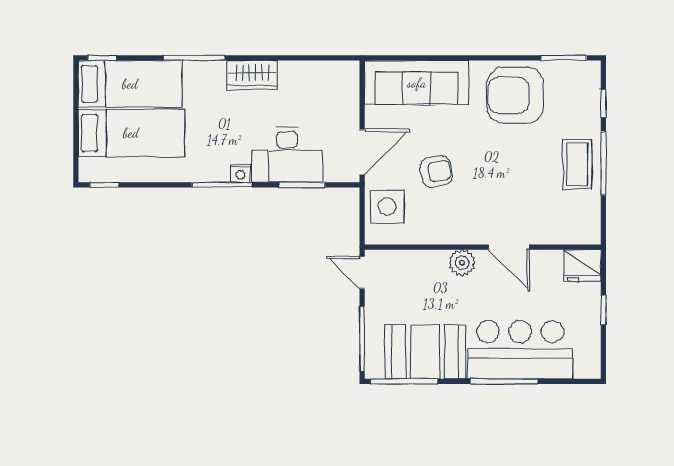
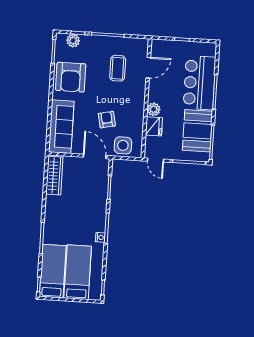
wardrobe: (252, 75) -> (54, 176), moved, width x1.50
plant: (588, 95) -> (73, 41), added
desk: (287, 155) -> (94, 194), removed
coffee table: (577, 164) -> (118, 68), moved, turned 90
nightstand: (240, 173) -> (100, 237), moved
door: (509, 247) -> (148, 68), moved
fridge: (583, 265) -> (154, 126), moved
door: (362, 273) -> (155, 160), hinge flipped

